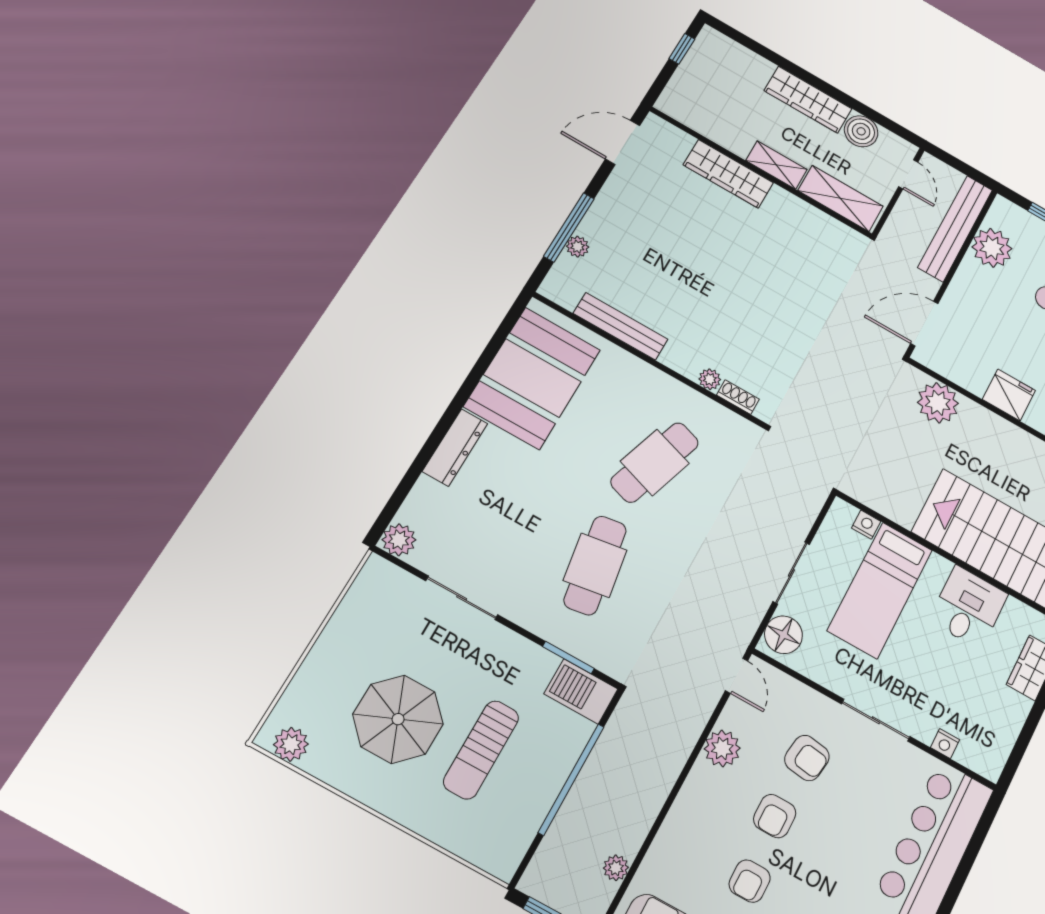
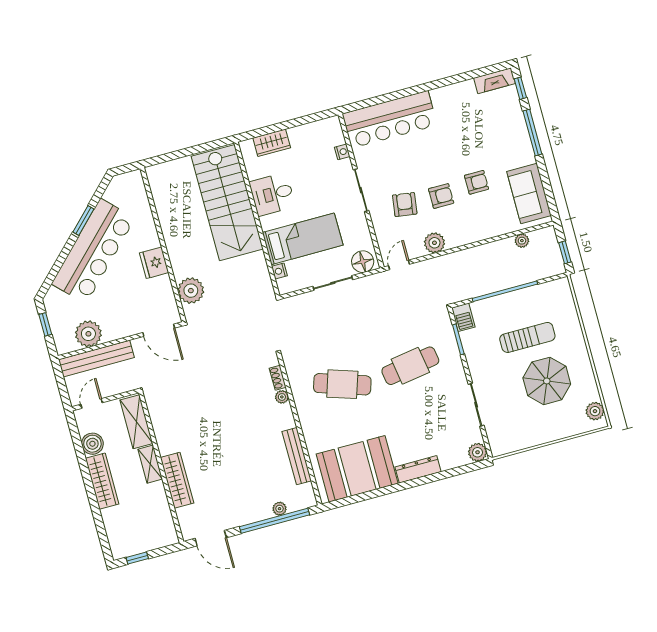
window: (569, 227) -> (275, 521), width x1.46
barbecue: (581, 691) -> (463, 317), width x0.73, depth x0.79

